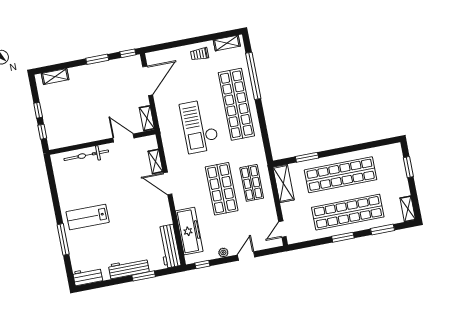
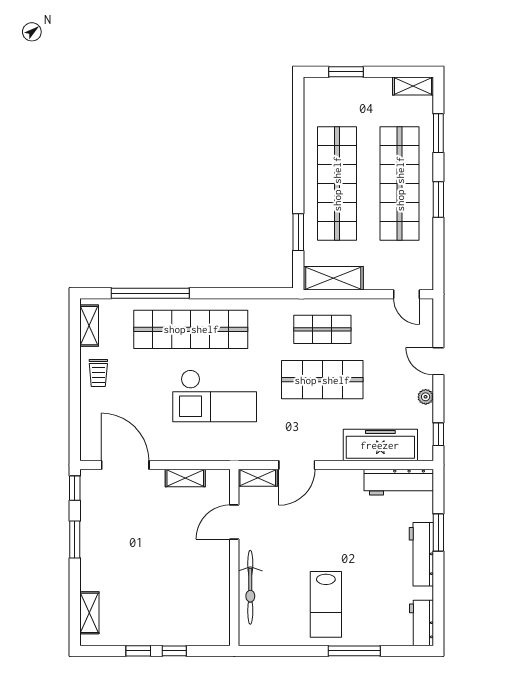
door: (123, 138) -> (234, 522), moved
wall: (102, 142) -> (234, 557), moved
bicycle: (86, 155) -> (250, 587), moved

